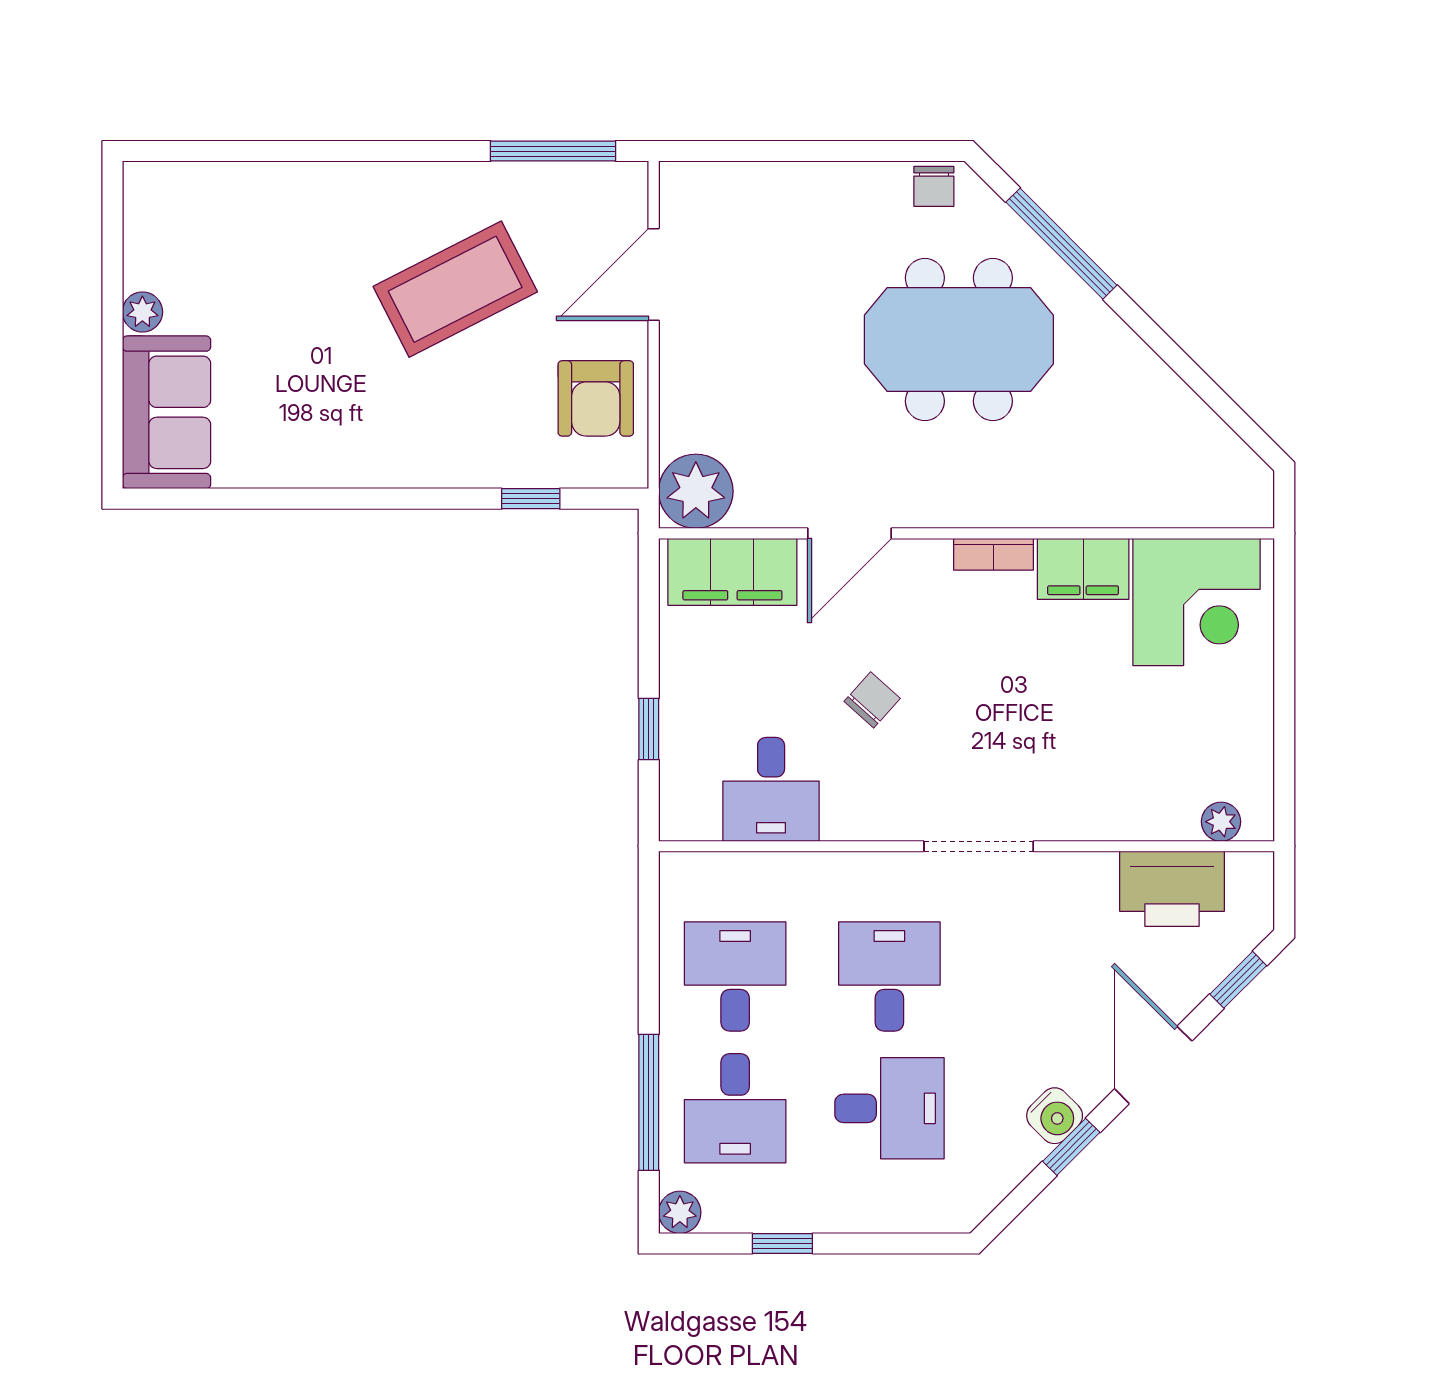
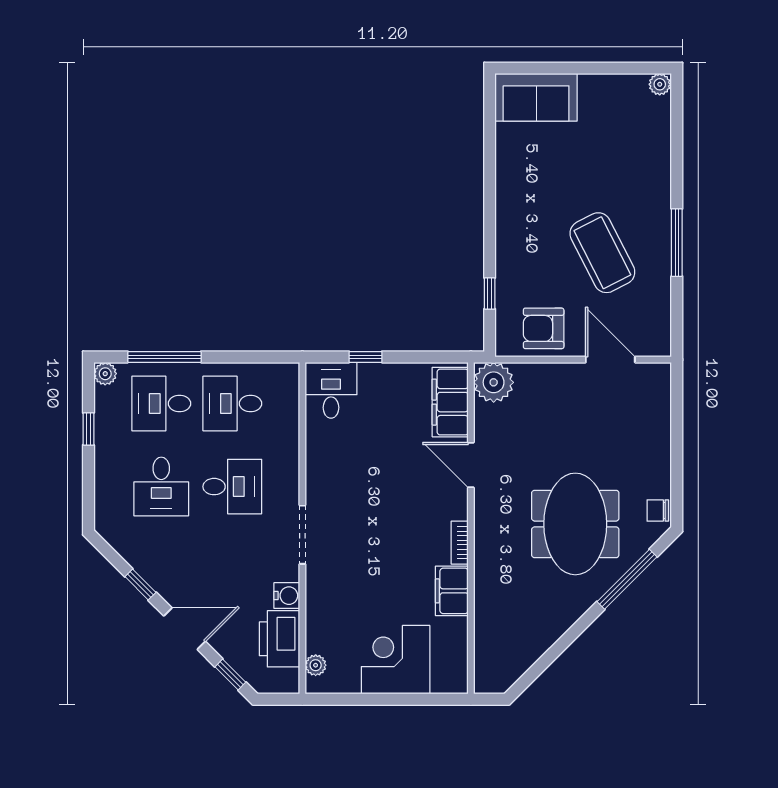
window: (553, 151) -> (677, 243), moved
plant: (142, 312) -> (660, 84), moved
corner desk: (1196, 602) -> (396, 660), moved, turned 90
chair: (872, 700) -> (381, 477), removed
desk: (771, 789) -> (331, 390), moved, turned 90
desk: (735, 976) -> (232, 403), turned 180
water cooler: (1055, 1116) -> (287, 596), moved, turned -135

